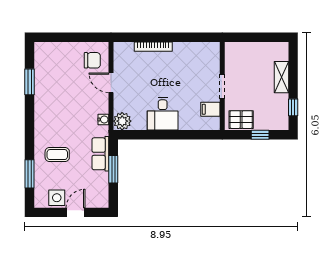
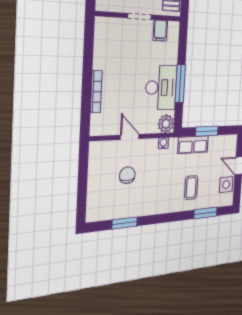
chair: (92, 60) -> (127, 175), moved
door: (111, 83) -> (130, 137), swing flipped
desk: (163, 114) -> (161, 88), width x1.37
window: (161, 135) -> (180, 84), added

